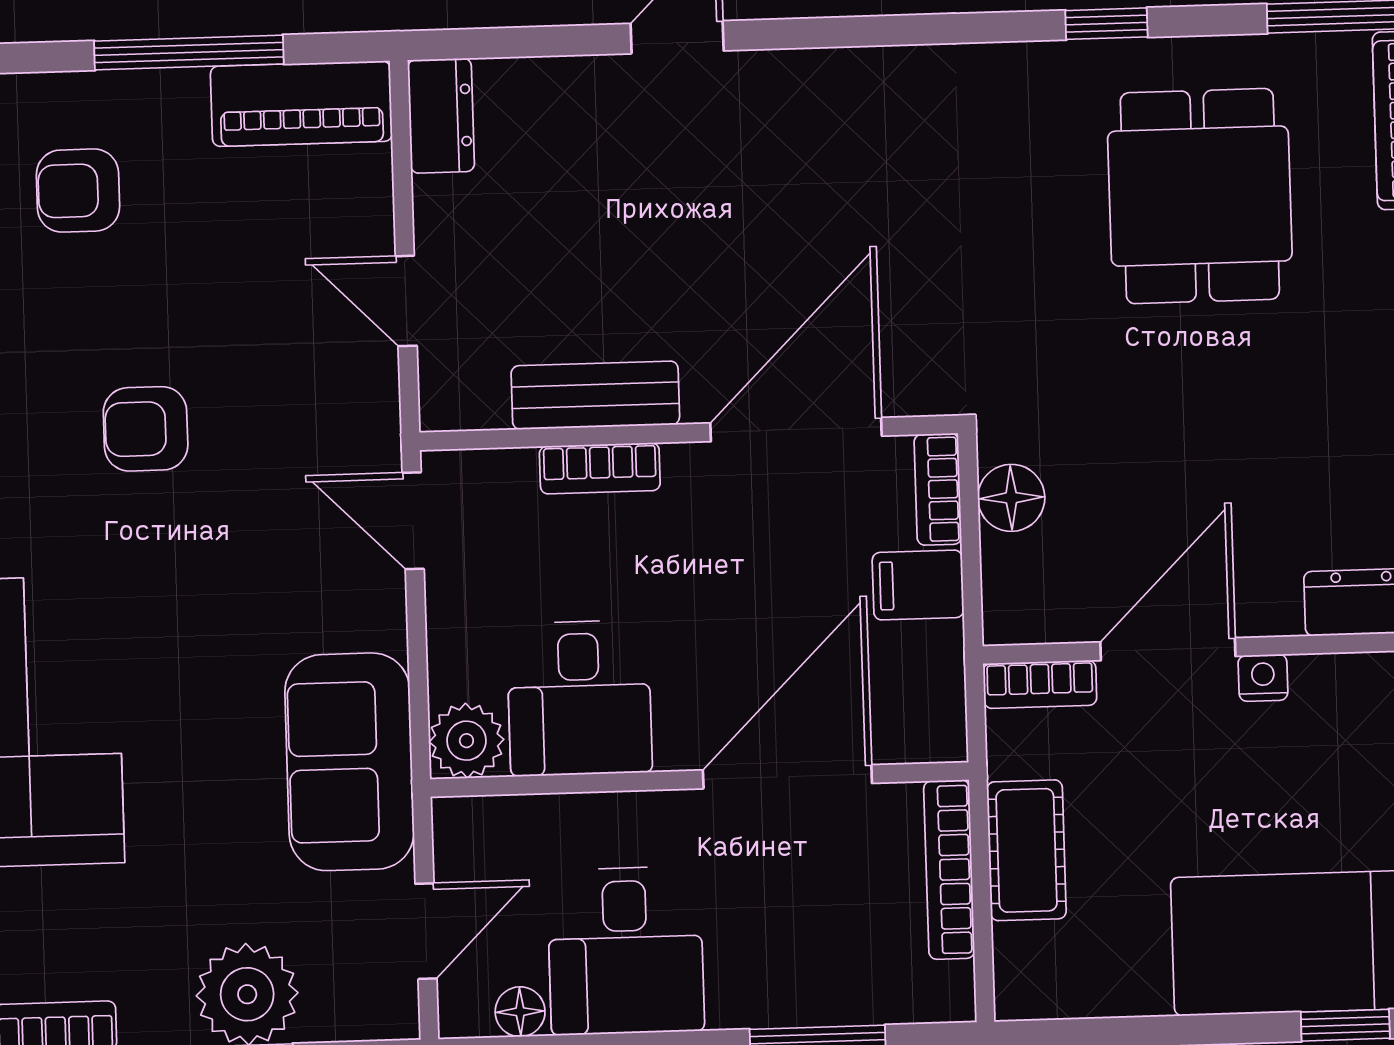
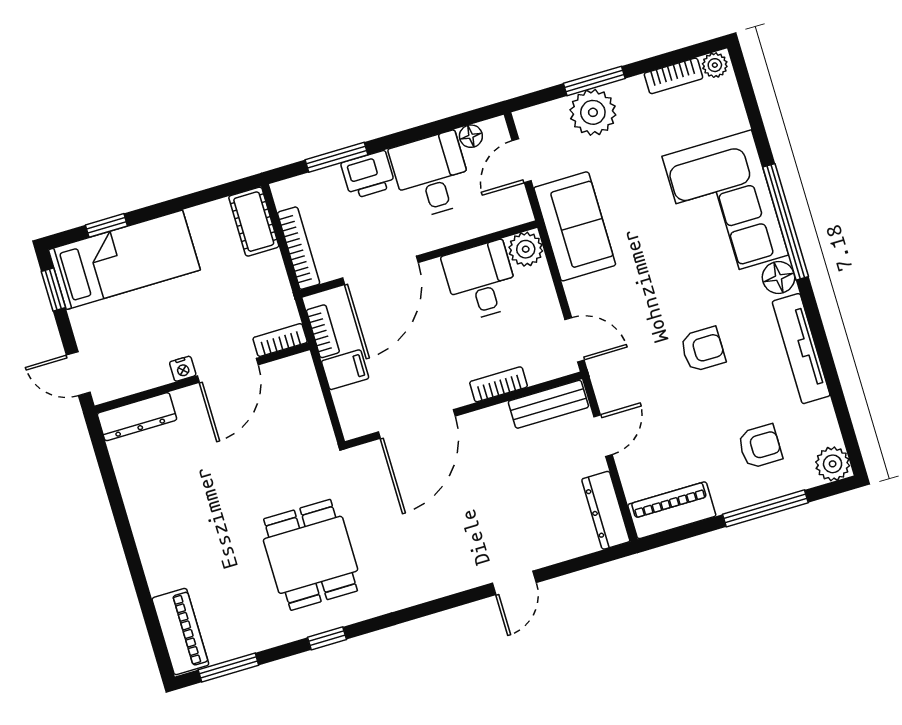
window: (189, 53) -> (765, 508), moved
dresser: (441, 116) -> (606, 510), width x1.44
dining table: (1200, 196) -> (311, 555), moved
door: (406, 301) -> (603, 436), hinge flipped
bench: (595, 395) -> (548, 404), moved
bookcase: (938, 489) -> (323, 331), moved
floor lamp: (1011, 498) -> (314, 419), removed
cot: (1027, 850) -> (254, 222), moved
printer: (760, 987) -> (368, 175), added

